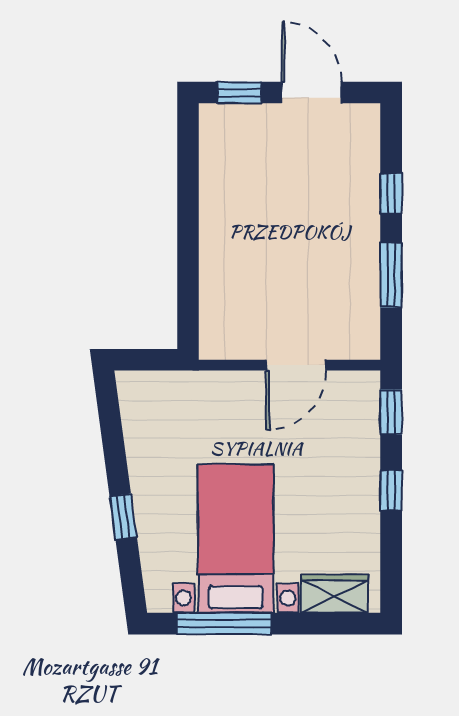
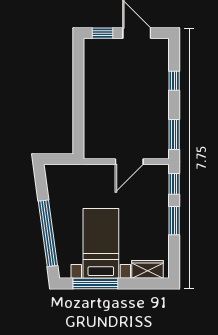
window: (391, 275) -> (174, 134), moved
window: (391, 490) -> (174, 221), width x1.50
window: (123, 517) -> (48, 233), width x3.17

